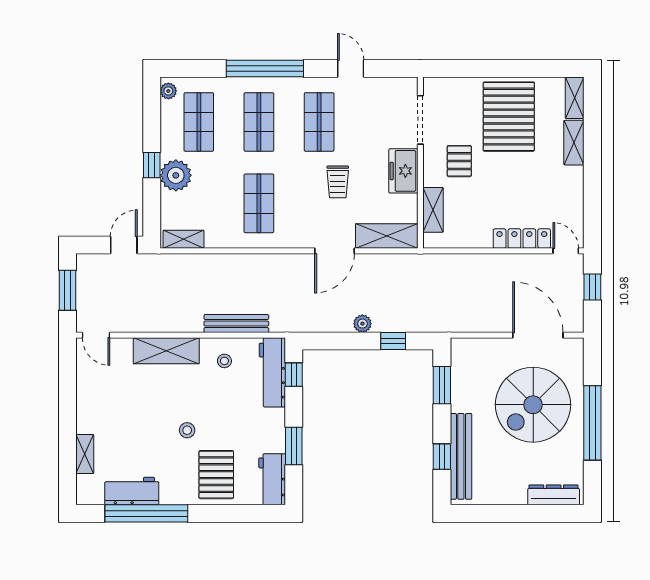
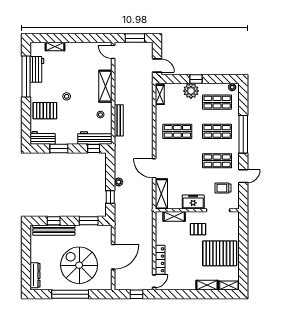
trolley: (338, 182) -> (223, 188), moved
door: (96, 335) -> (113, 52), hinge flipped
door: (538, 335) -> (113, 257), moved

